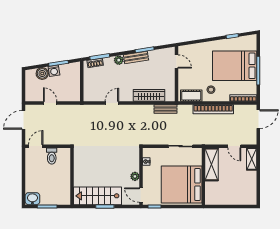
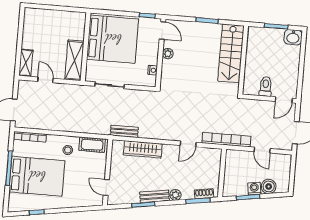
bookcase: (213, 109) -> (226, 140), moved
stairs: (98, 196) -> (231, 53), moved, turned 90

